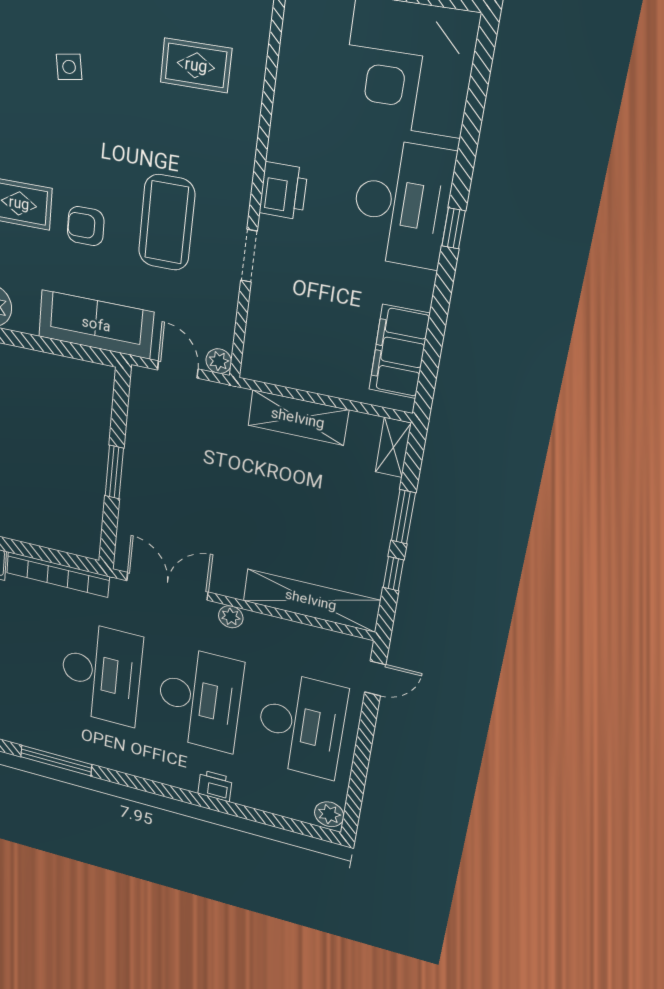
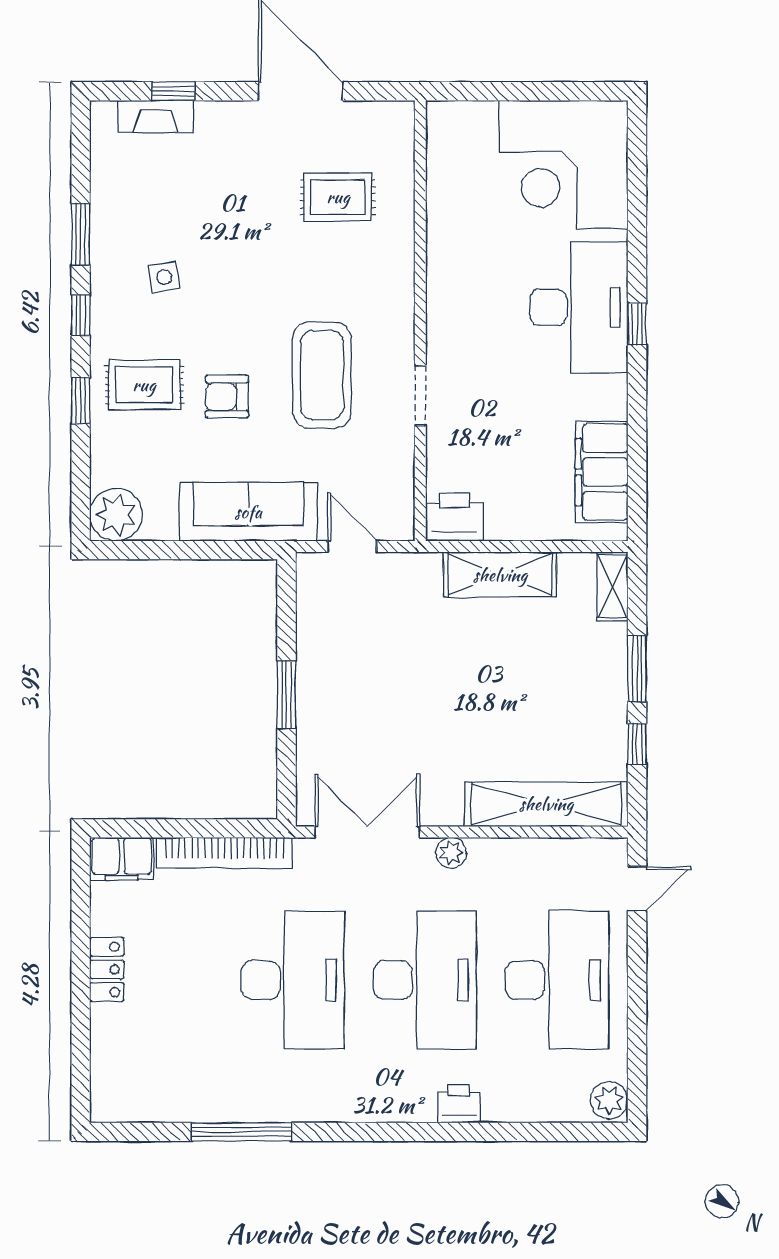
side table: (69, 67) -> (164, 277), moved
printer: (283, 191) -> (454, 517), moved, turned -90
plant: (219, 361) -> (400, 526), removed

